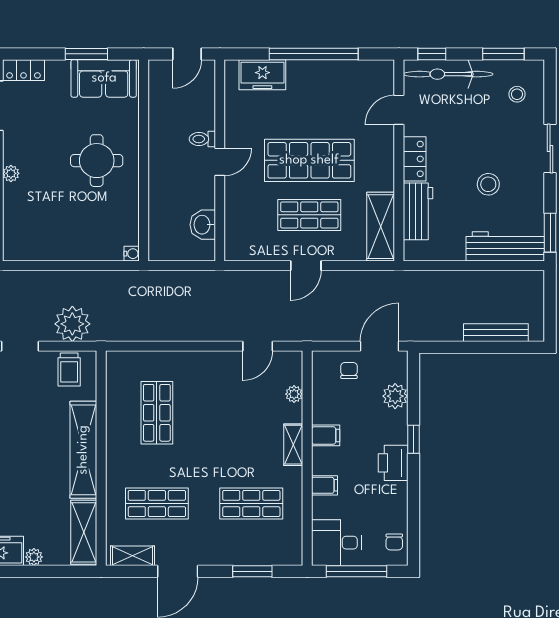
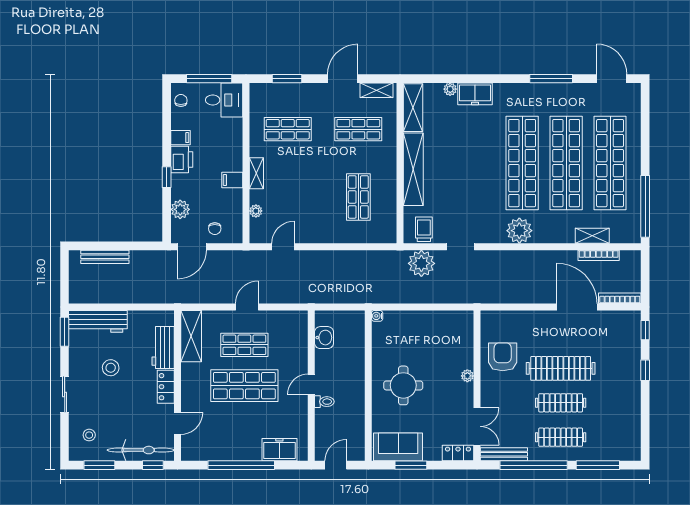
filing cabinet: (325, 485) -> (180, 138), moved, turned 180

